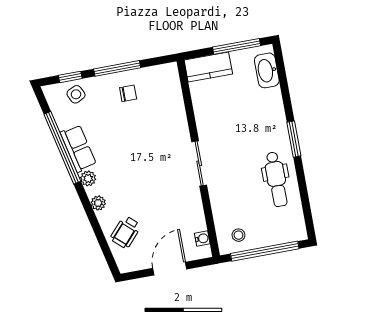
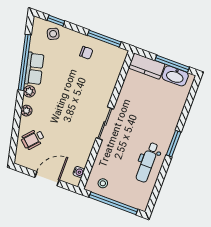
window: (117, 68) -> (104, 39), moved
washbasin: (267, 70) -> (175, 76), moved, turned -90

